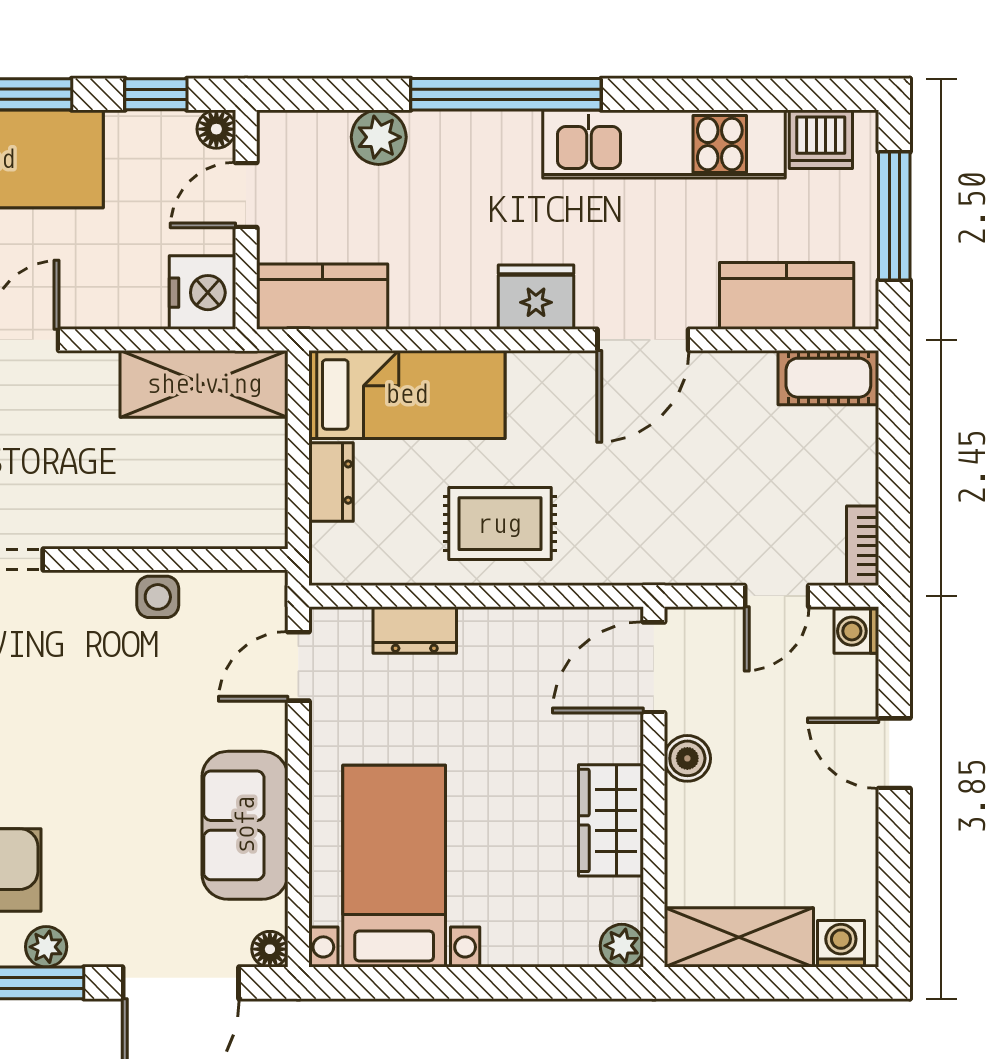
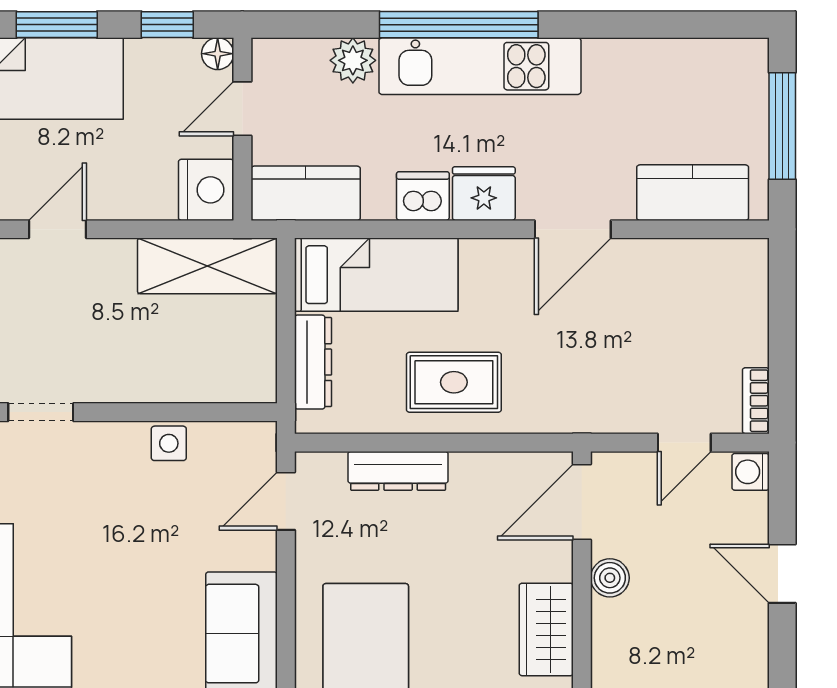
dishwasher: (821, 139) -> (423, 196), moved, turned 180
kitchen unit: (664, 144) -> (480, 66), moved
cot: (828, 378) -> (727, 261), removed
dresser: (331, 482) -> (313, 362), width x1.44
dresser: (415, 630) -> (398, 471), width x1.44

